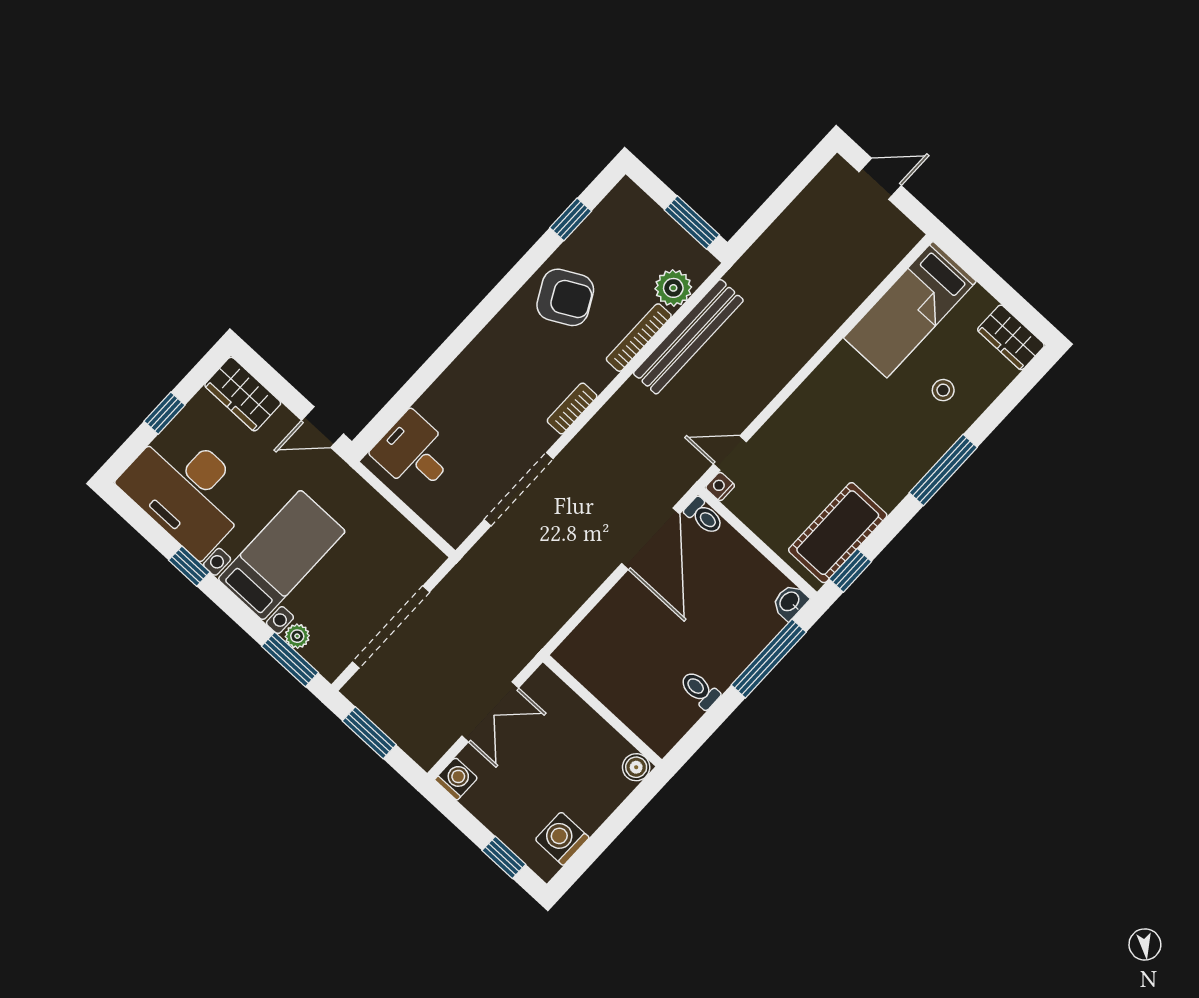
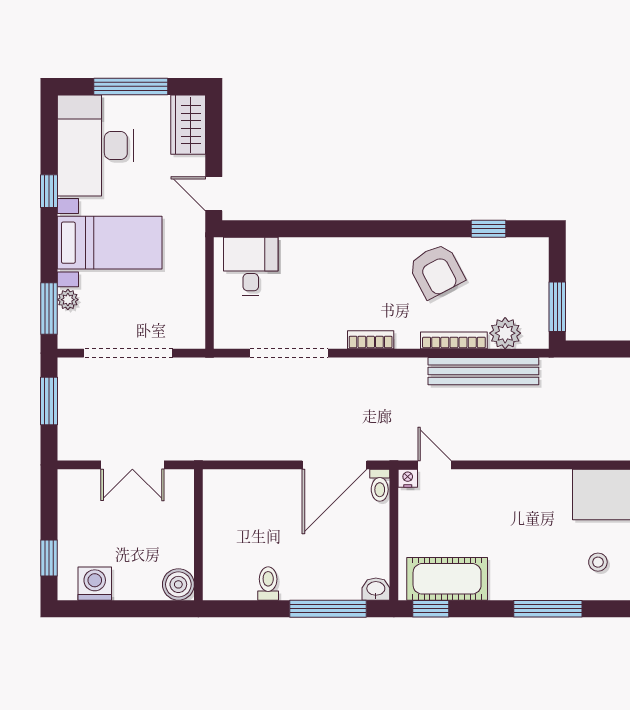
window: (164, 413) -> (131, 86), width x2.17
boiler: (636, 767) -> (178, 584), width x1.36, depth x1.36
washing machine: (456, 779) -> (71, 482), removed

